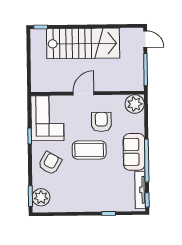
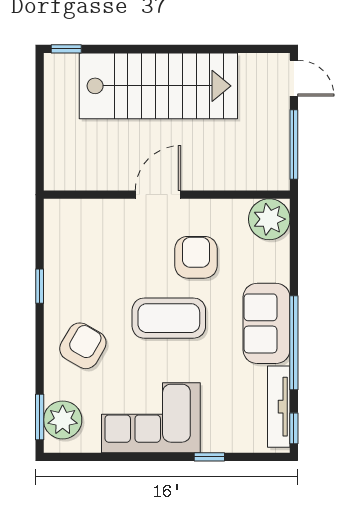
corner sofa: (47, 118) -> (151, 418), moved, turned -90

